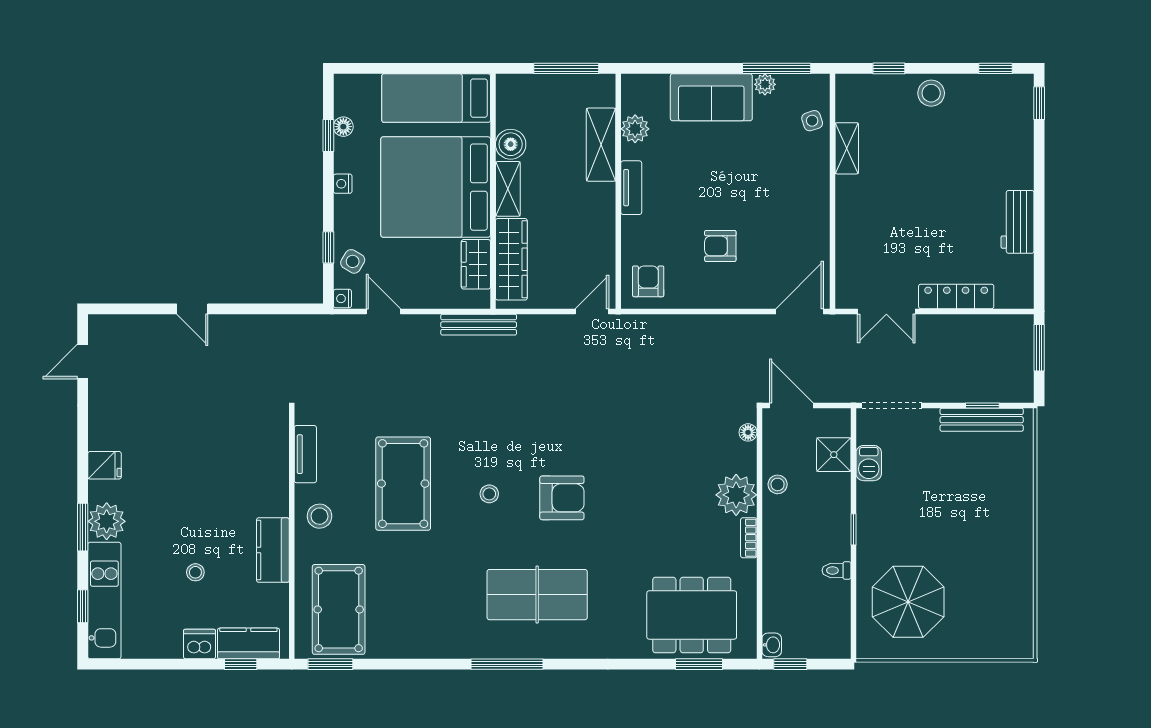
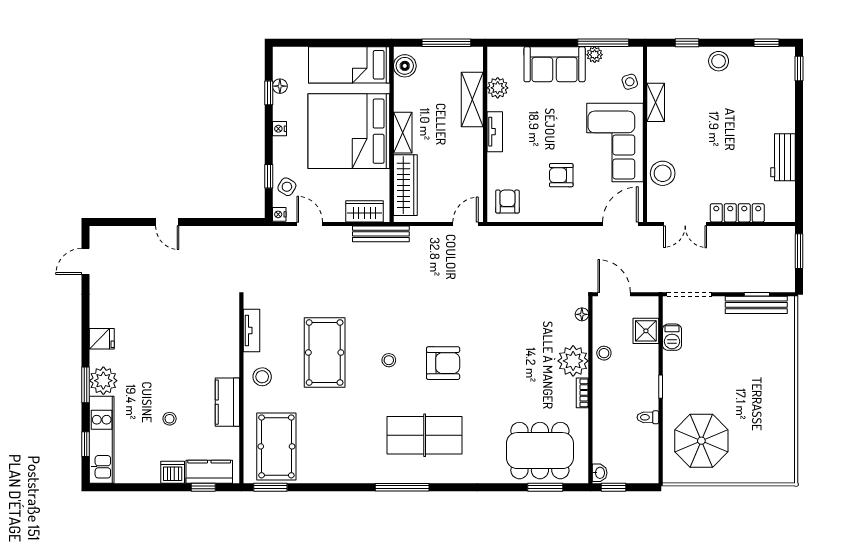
boiler: (511, 144) -> (405, 66), moved
corner sofa: (792, 202) -> (615, 142), added
stool: (856, 243) -> (663, 173), added
wardrobe: (476, 264) -> (365, 211), moved, turned 90

